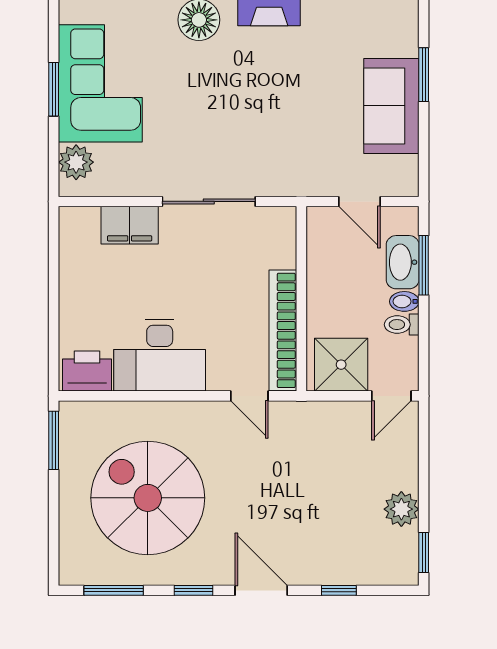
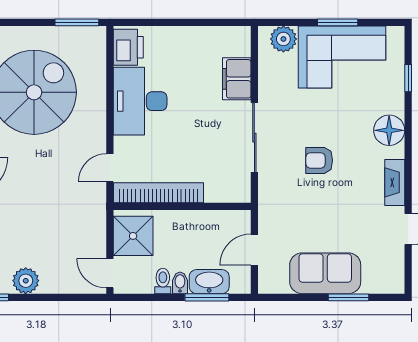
armchair: (240, 114) -> (319, 160), added

